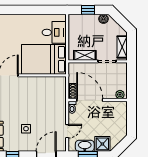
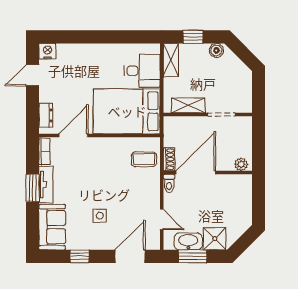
shelving: (122, 47) -> (171, 60), moved
coffee table: (55, 91) -> (144, 159), added
door: (90, 100) -> (196, 173), hinge flipped
door: (67, 131) -> (162, 219), hinge flipped

